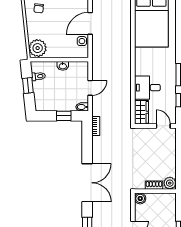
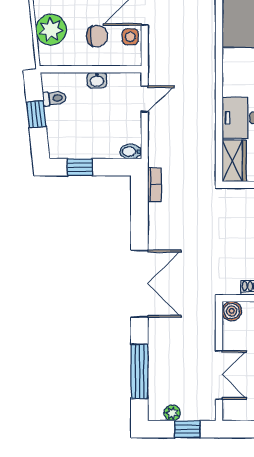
chair: (63, 41) -> (97, 36), added
plant: (38, 48) -> (51, 30), moved
door: (90, 88) -> (145, 99), moved
window: (64, 116) -> (80, 167), moved

